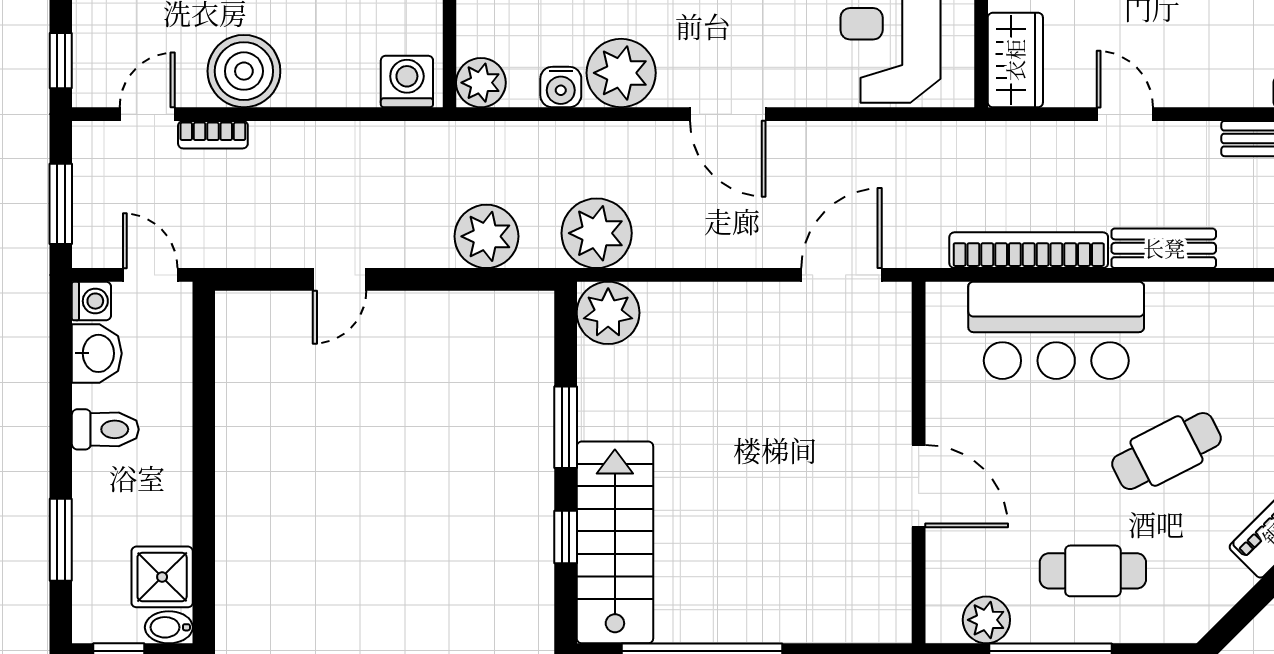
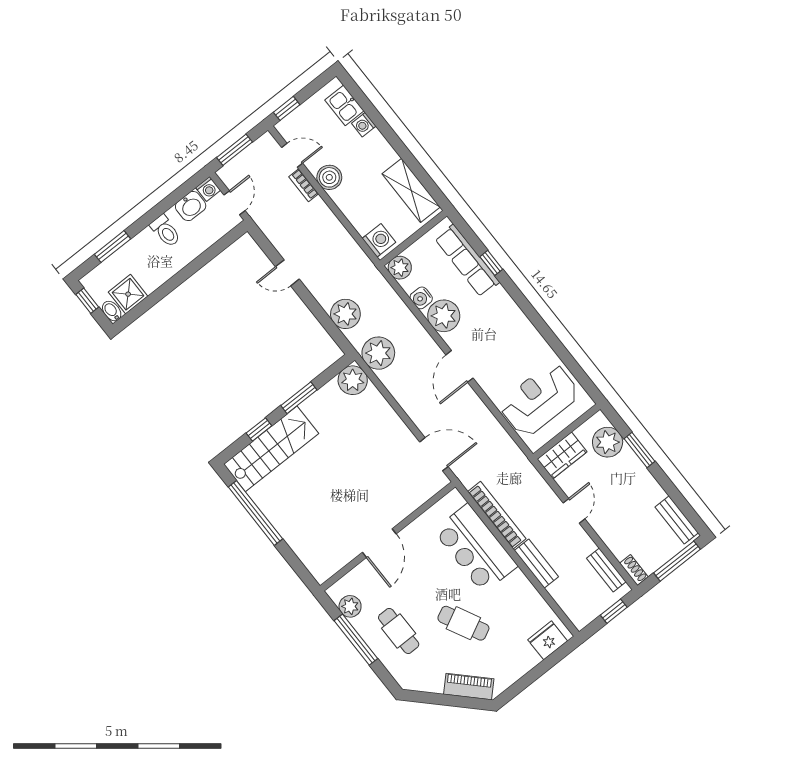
boiler: (244, 71) -> (329, 177), width x0.73, depth x0.73

